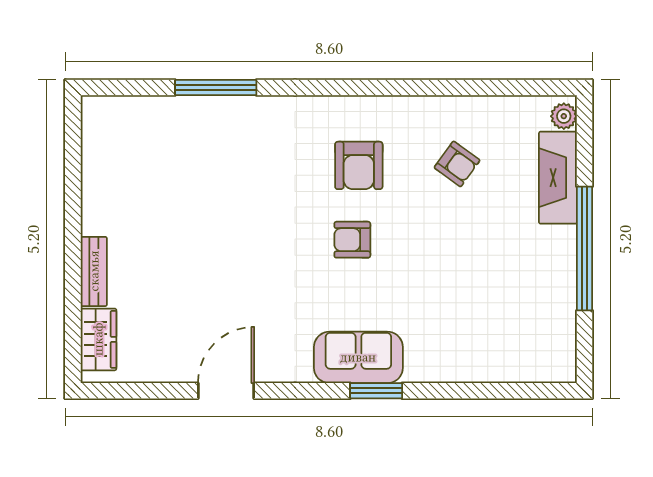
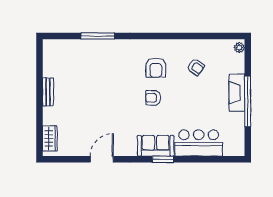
fireplace: (558, 178) -> (237, 93), moved
bench: (94, 271) -> (48, 92), moved
bar counter: (464, 351) -> (199, 143), added

